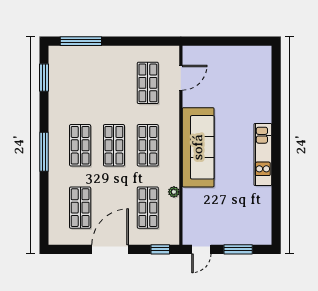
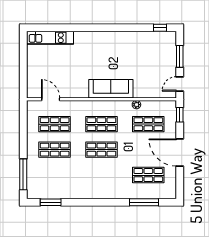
shop shelf: (80, 145) -> (55, 150), moved
sofa: (198, 147) -> (111, 89), width x0.74, depth x0.79
window: (44, 152) -> (144, 202), moved
kitchen unit: (263, 154) -> (50, 38), moved
window: (276, 223) -> (160, 28), added
door: (201, 249) -> (180, 84), swing flipped

